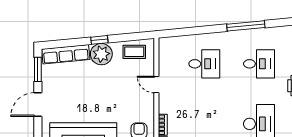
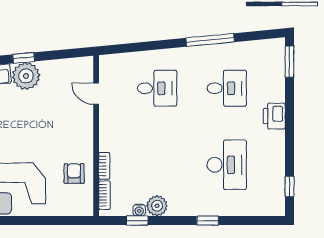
coffee table: (134, 52) -> (68, 73), removed
door: (156, 85) -> (96, 94), moved

